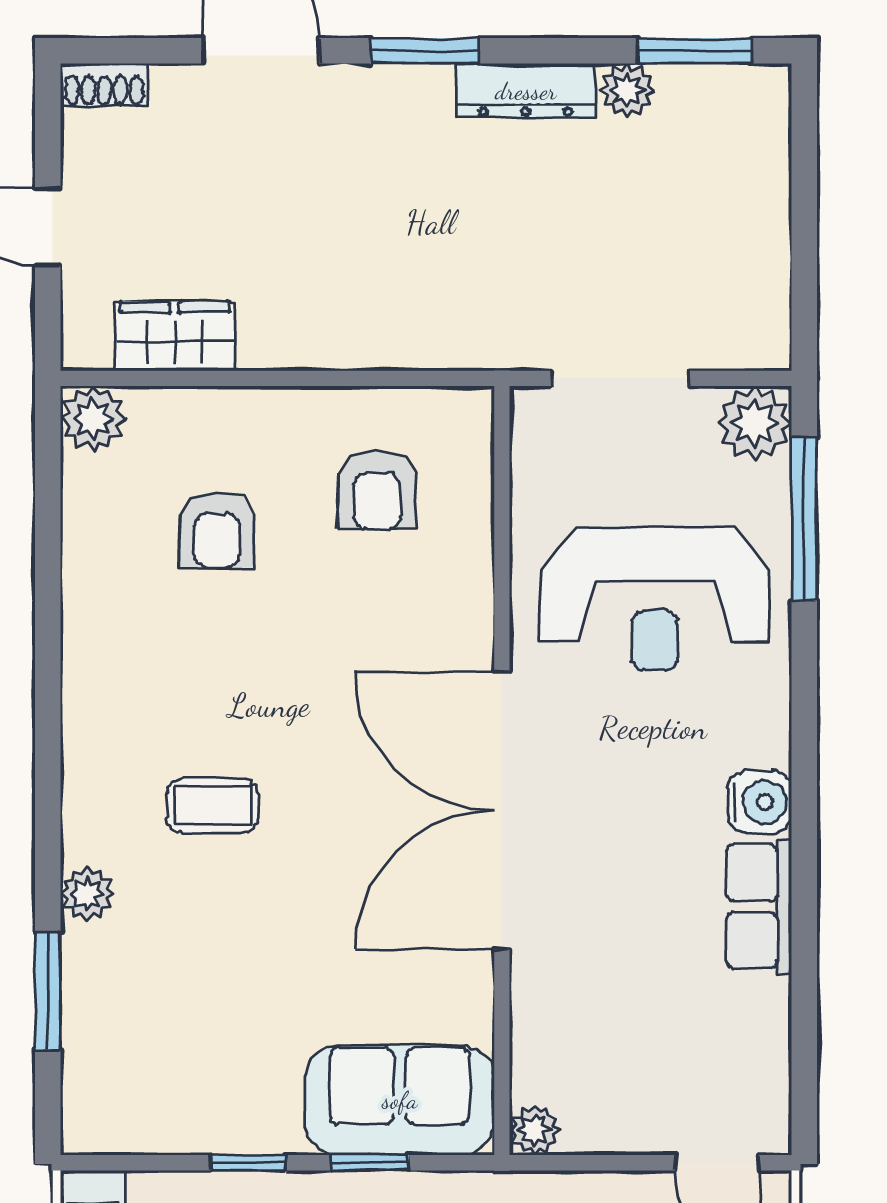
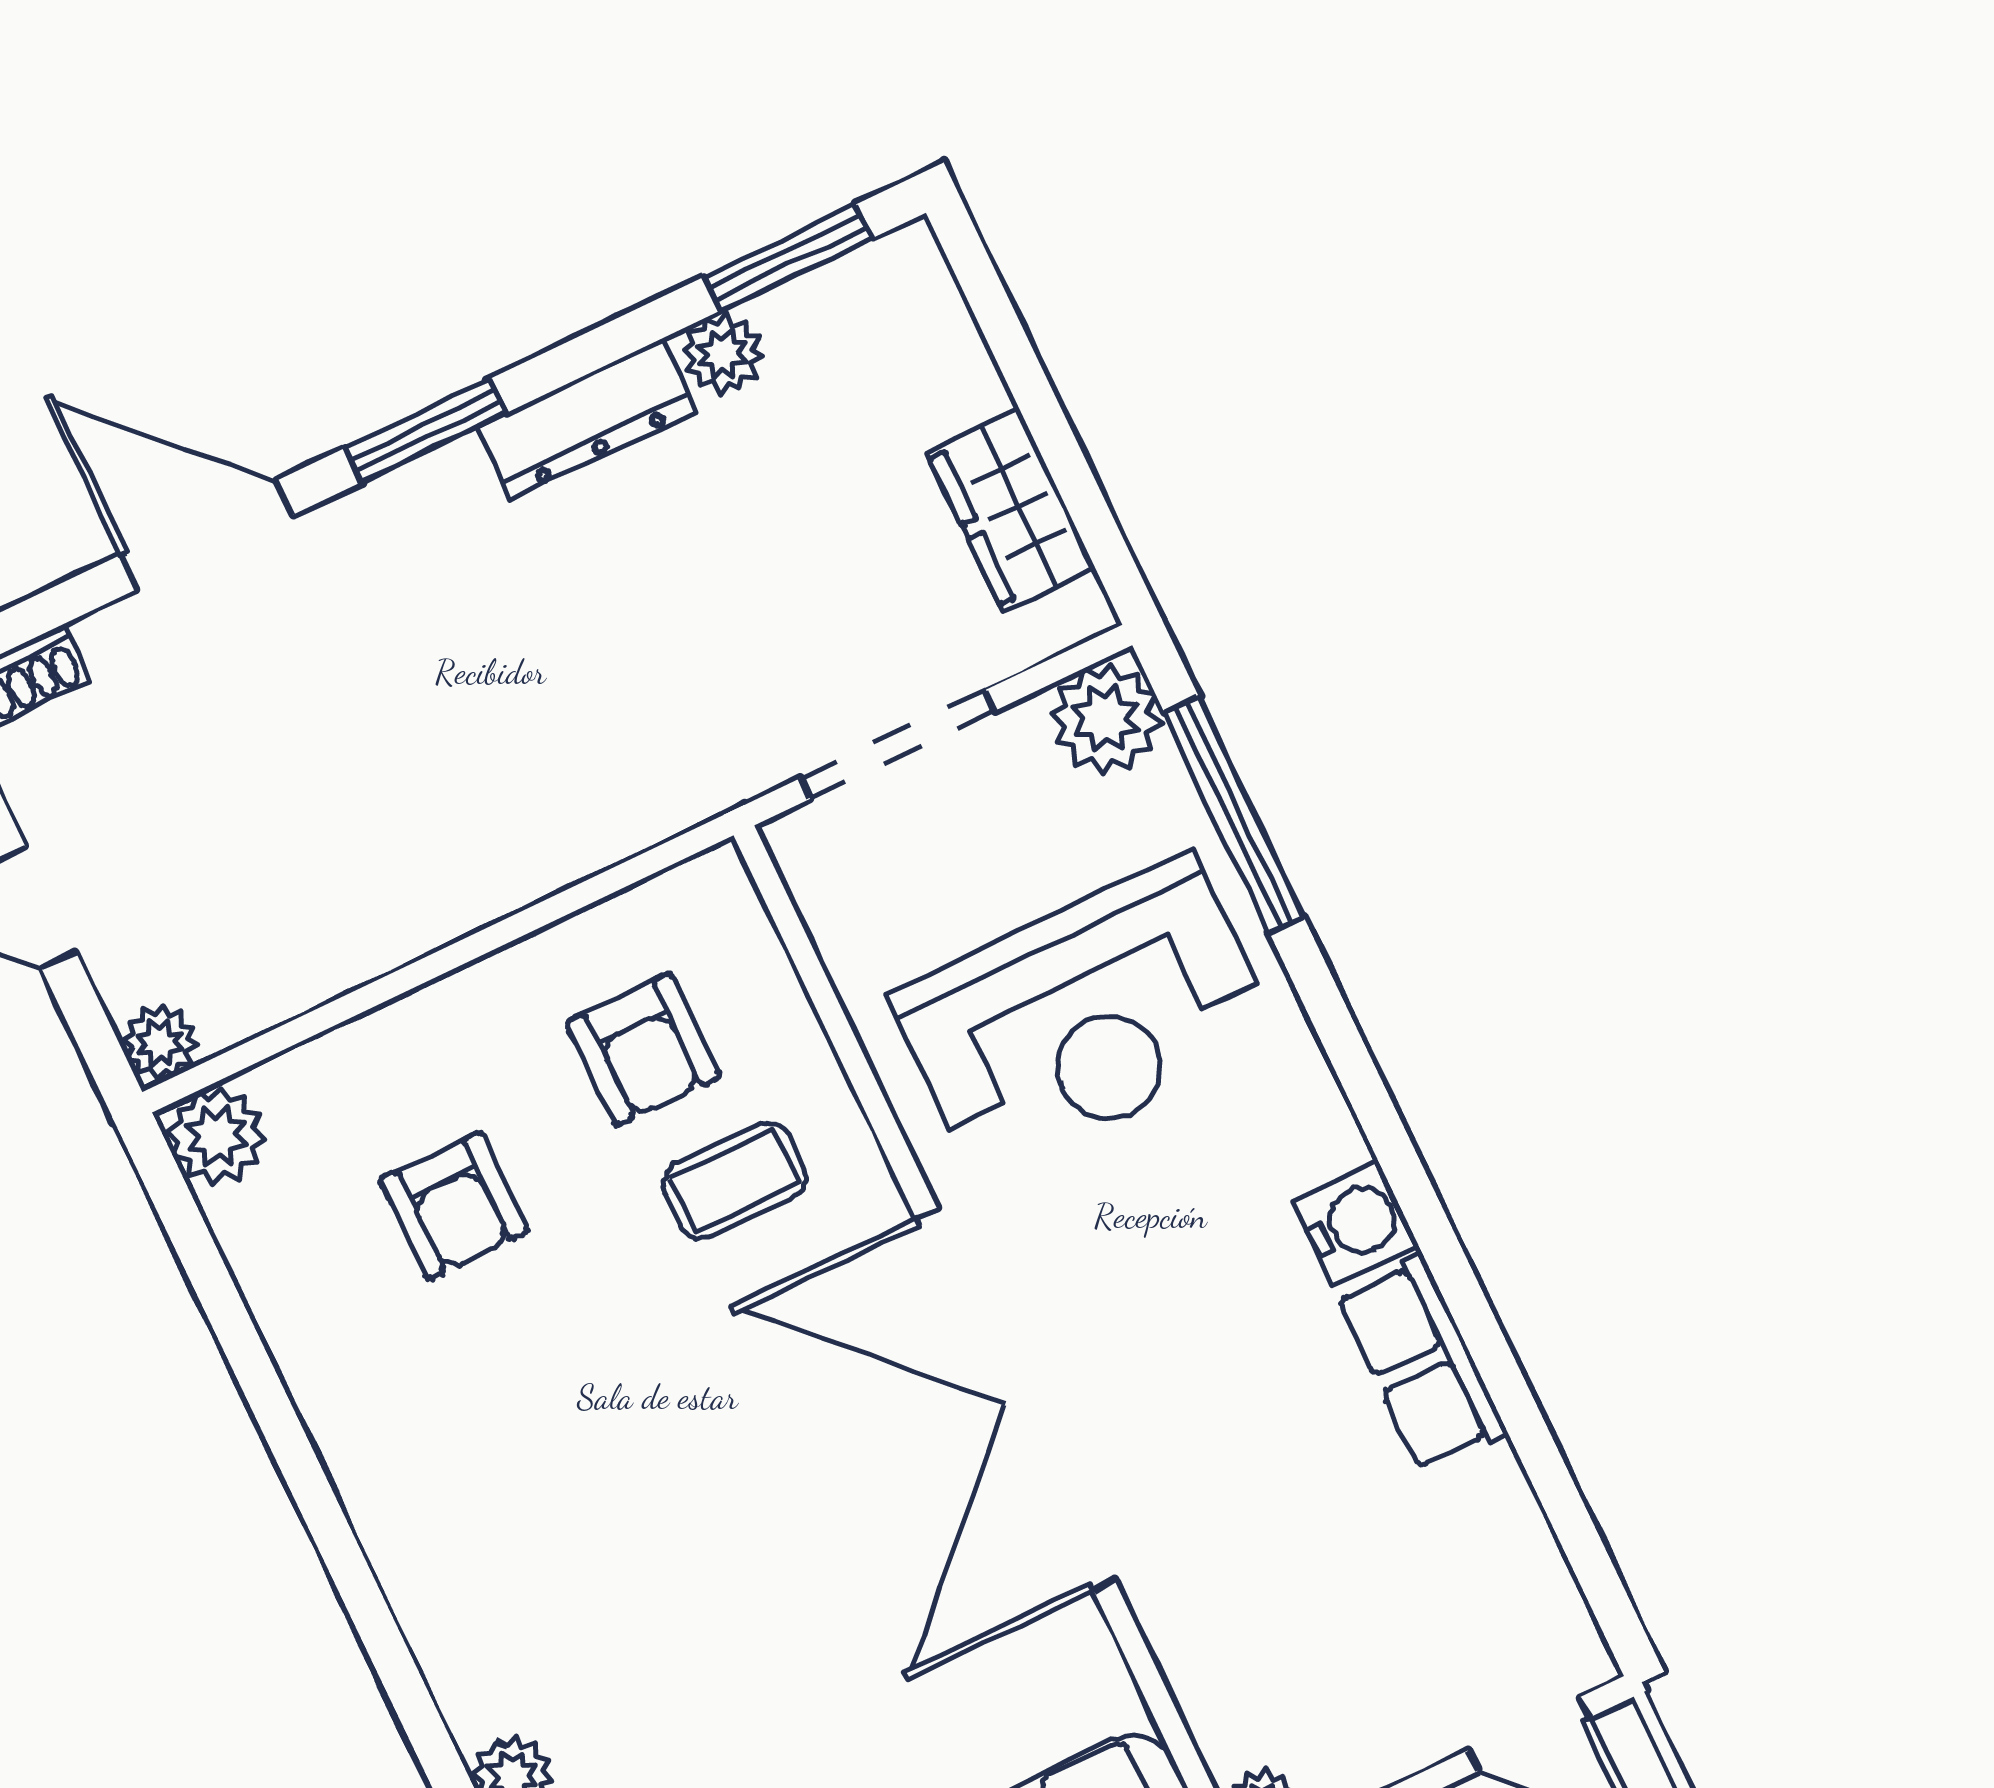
wardrobe: (175, 336) -> (1011, 510), moved, turned -90
plant: (85, 346) -> (160, 1043), added
coffee table: (213, 806) -> (734, 1181), moved

